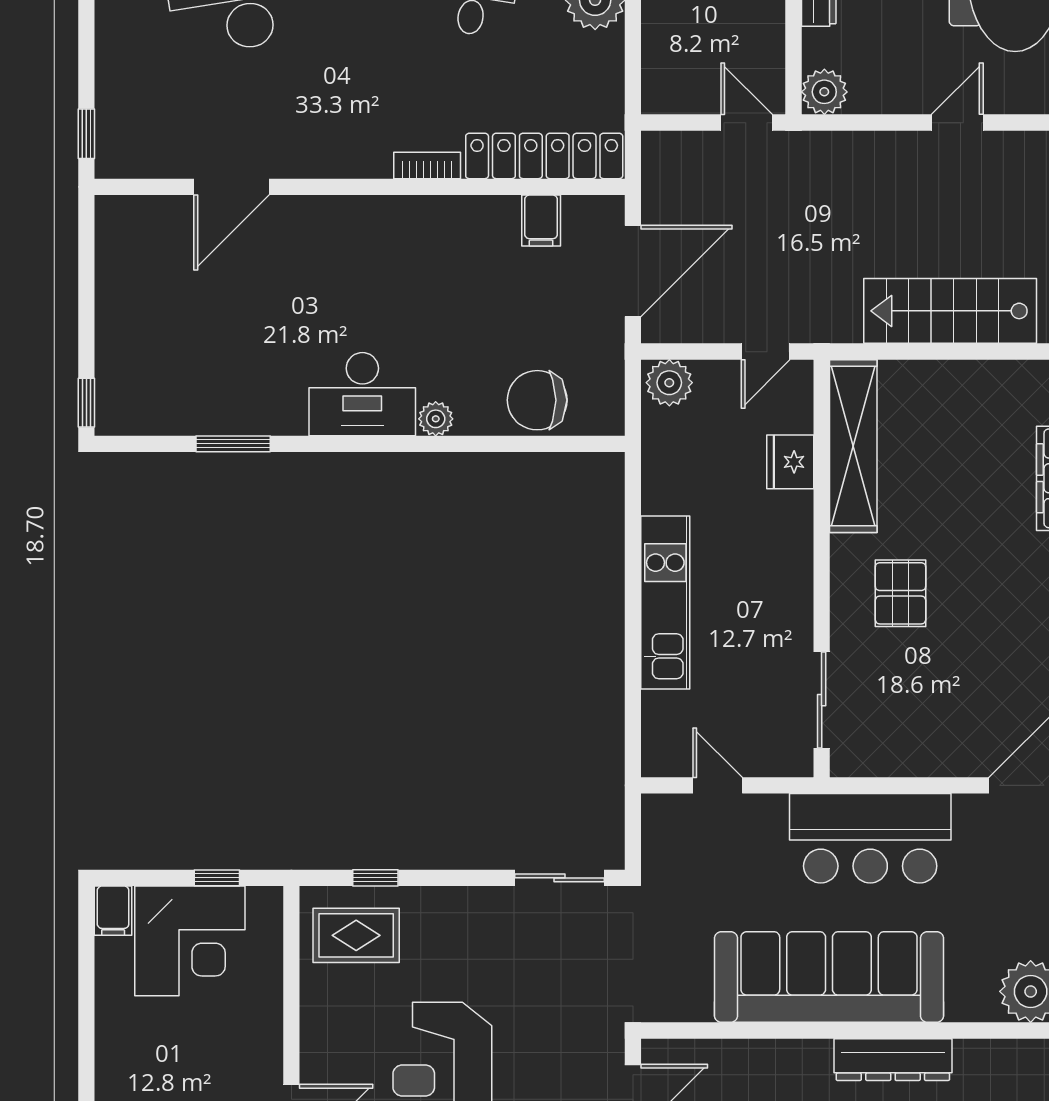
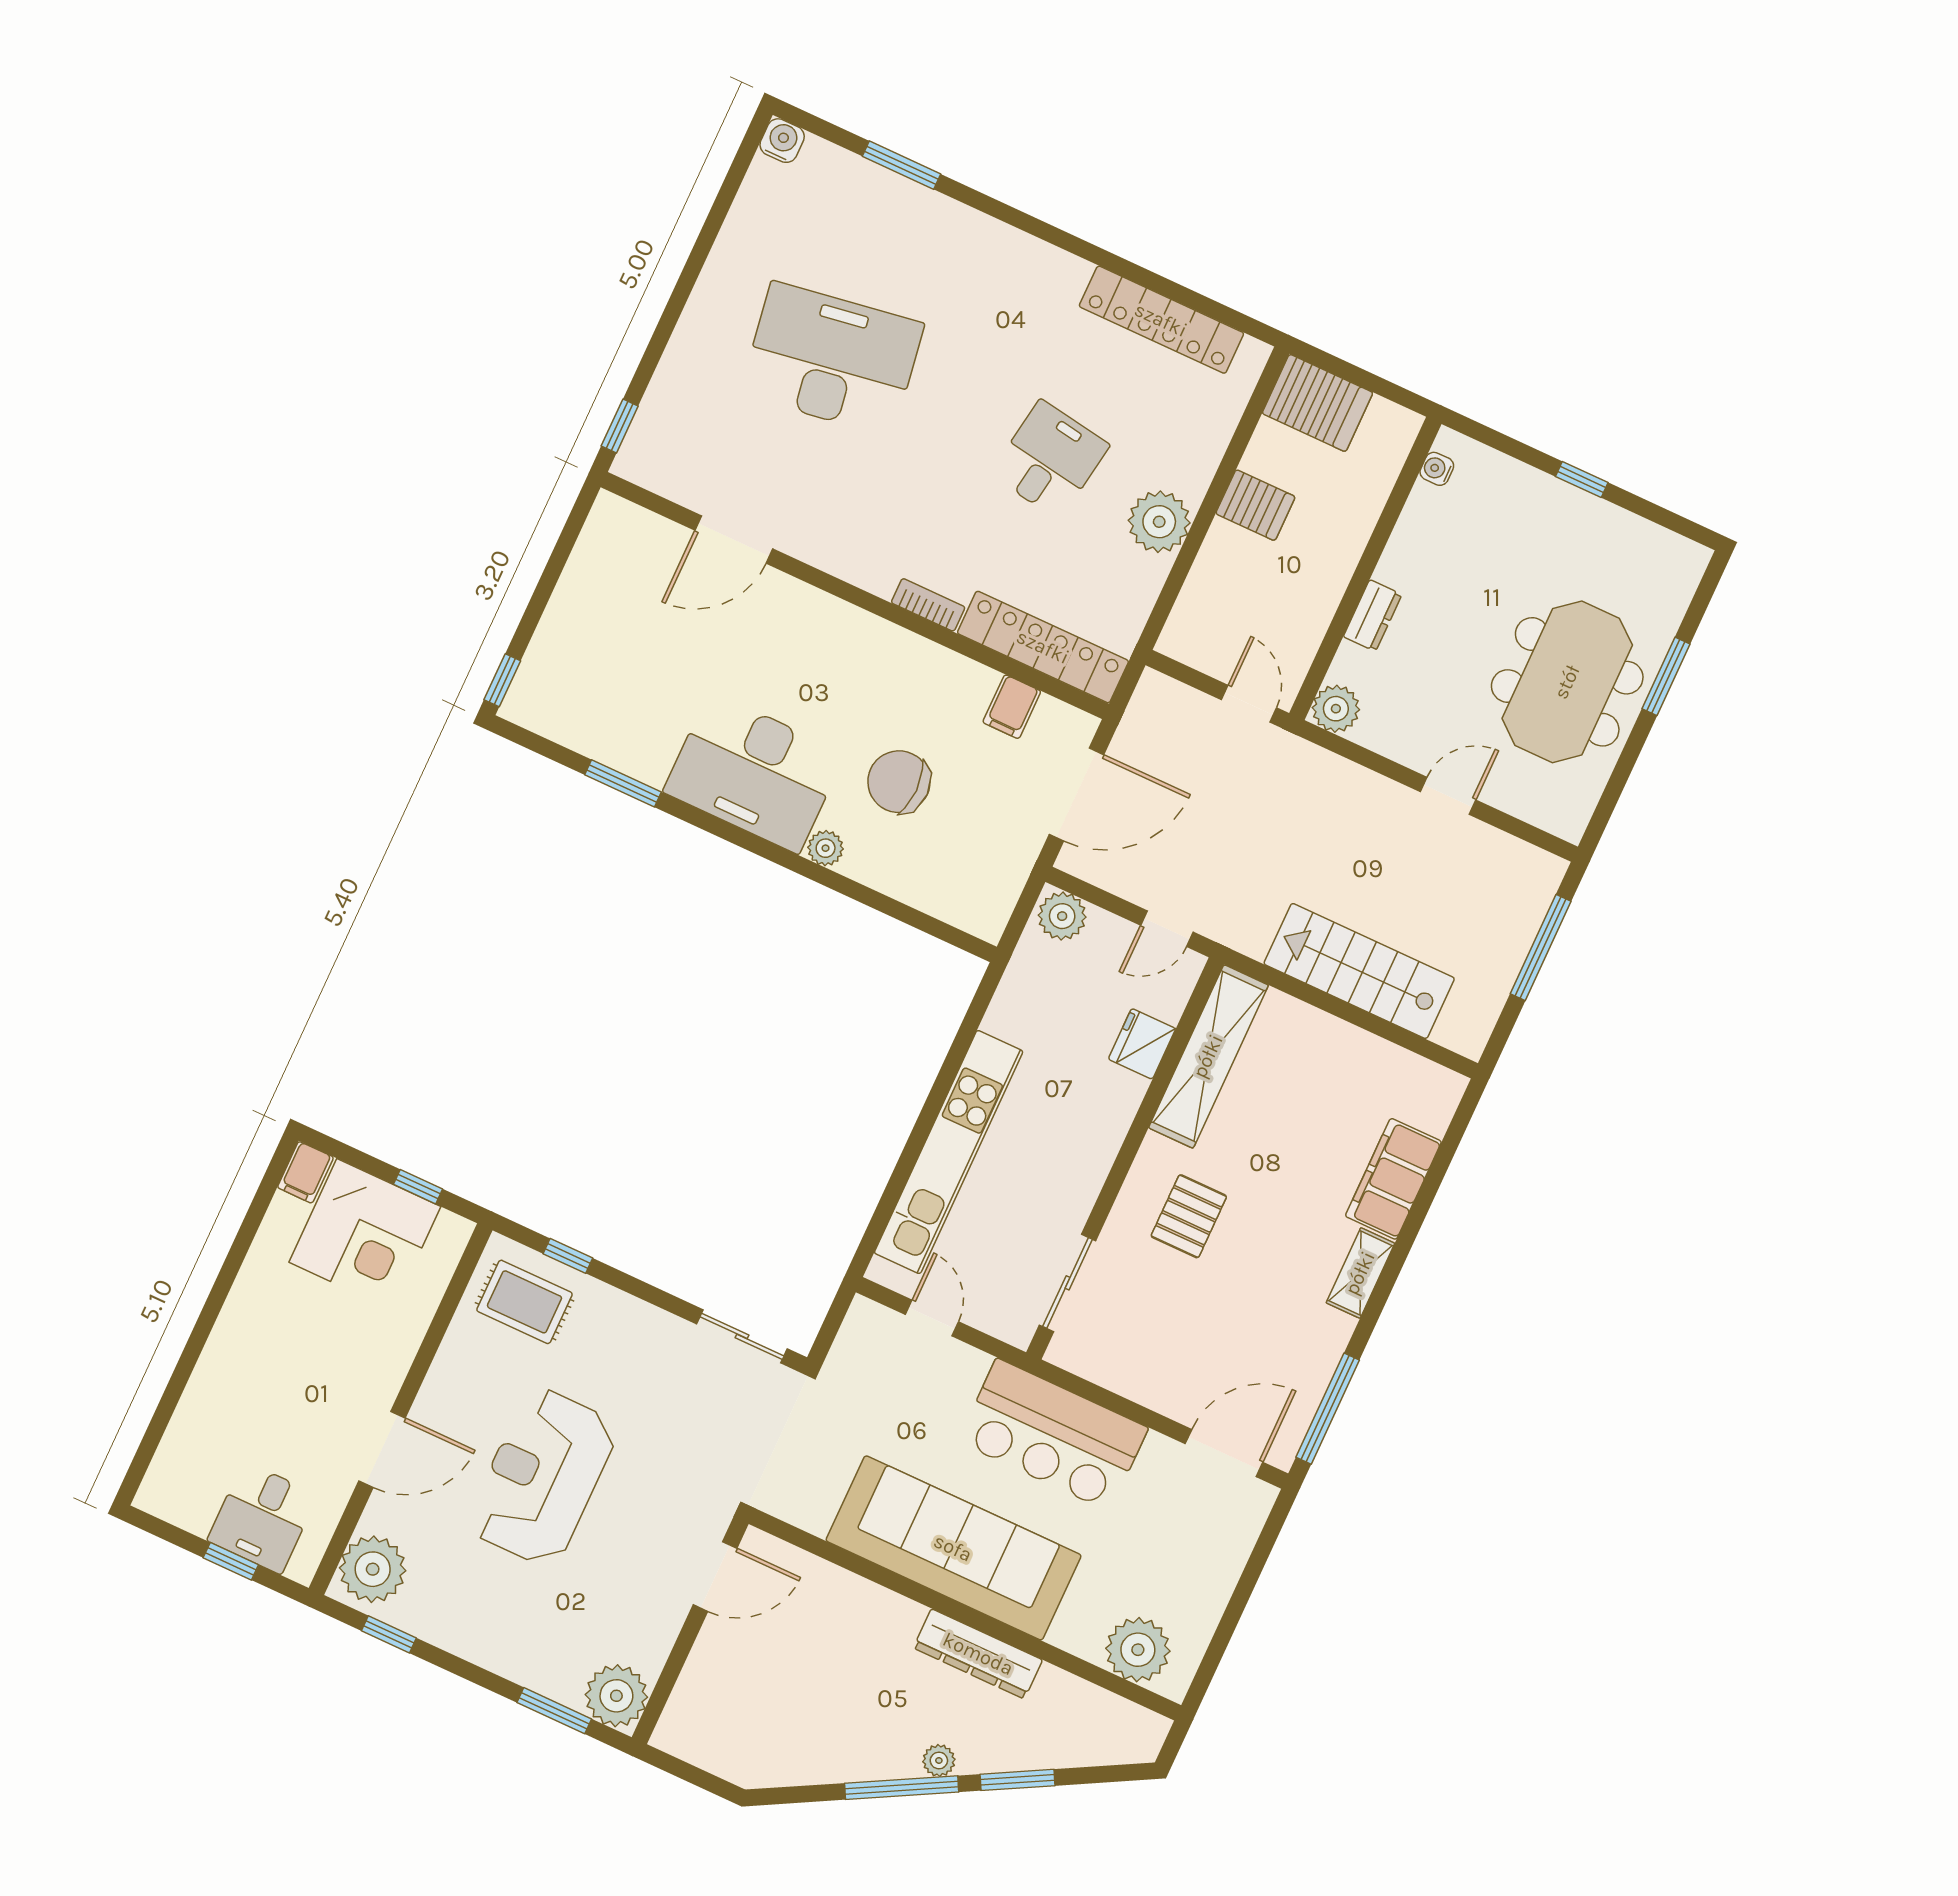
desk: (362, 394) -> (754, 773), width x1.36, depth x1.30
chair: (537, 400) -> (899, 782), moved
kitchen unit: (665, 602) -> (949, 1152), width x1.36

